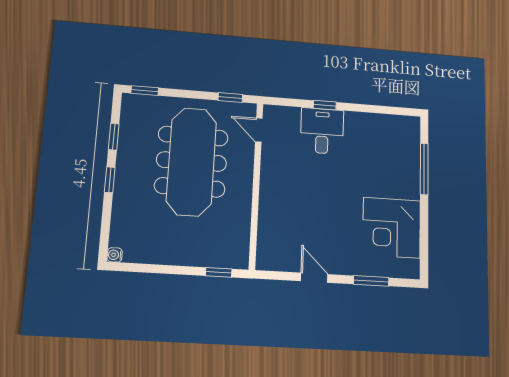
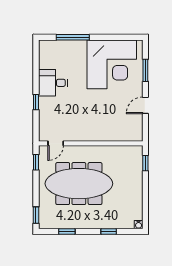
desk: (322, 131) -> (53, 83), moved
window: (110, 180) -> (109, 231), moved
corner desk: (392, 228) -> (112, 64), width x1.36, depth x1.36

